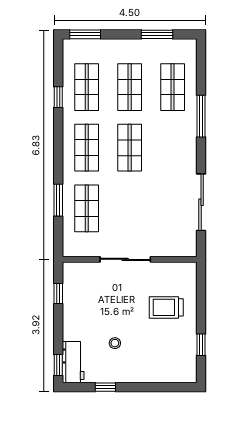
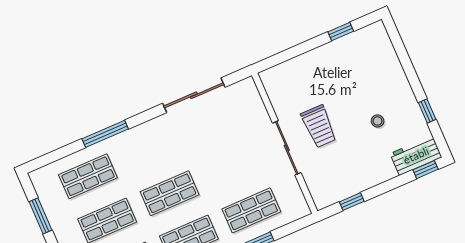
trolley: (166, 307) -> (319, 126), moved

